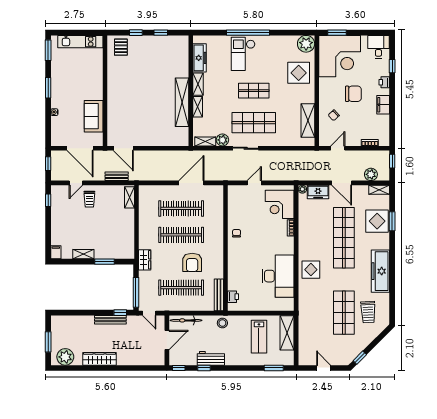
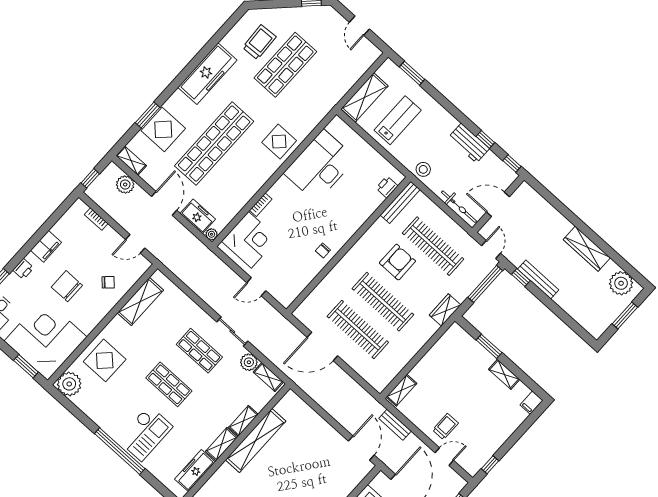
shop shelf: (254, 123) -> (199, 351), width x0.70, depth x0.74

